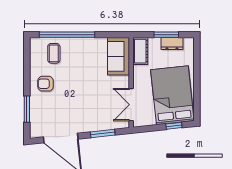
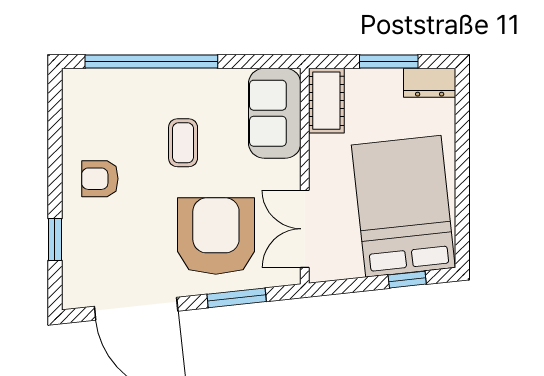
dresser: (172, 44) -> (430, 83), moved
coffee table: (54, 53) -> (183, 143), moved
armchair: (94, 108) -> (216, 236), added
window: (27, 109) -> (55, 239), width x0.67

